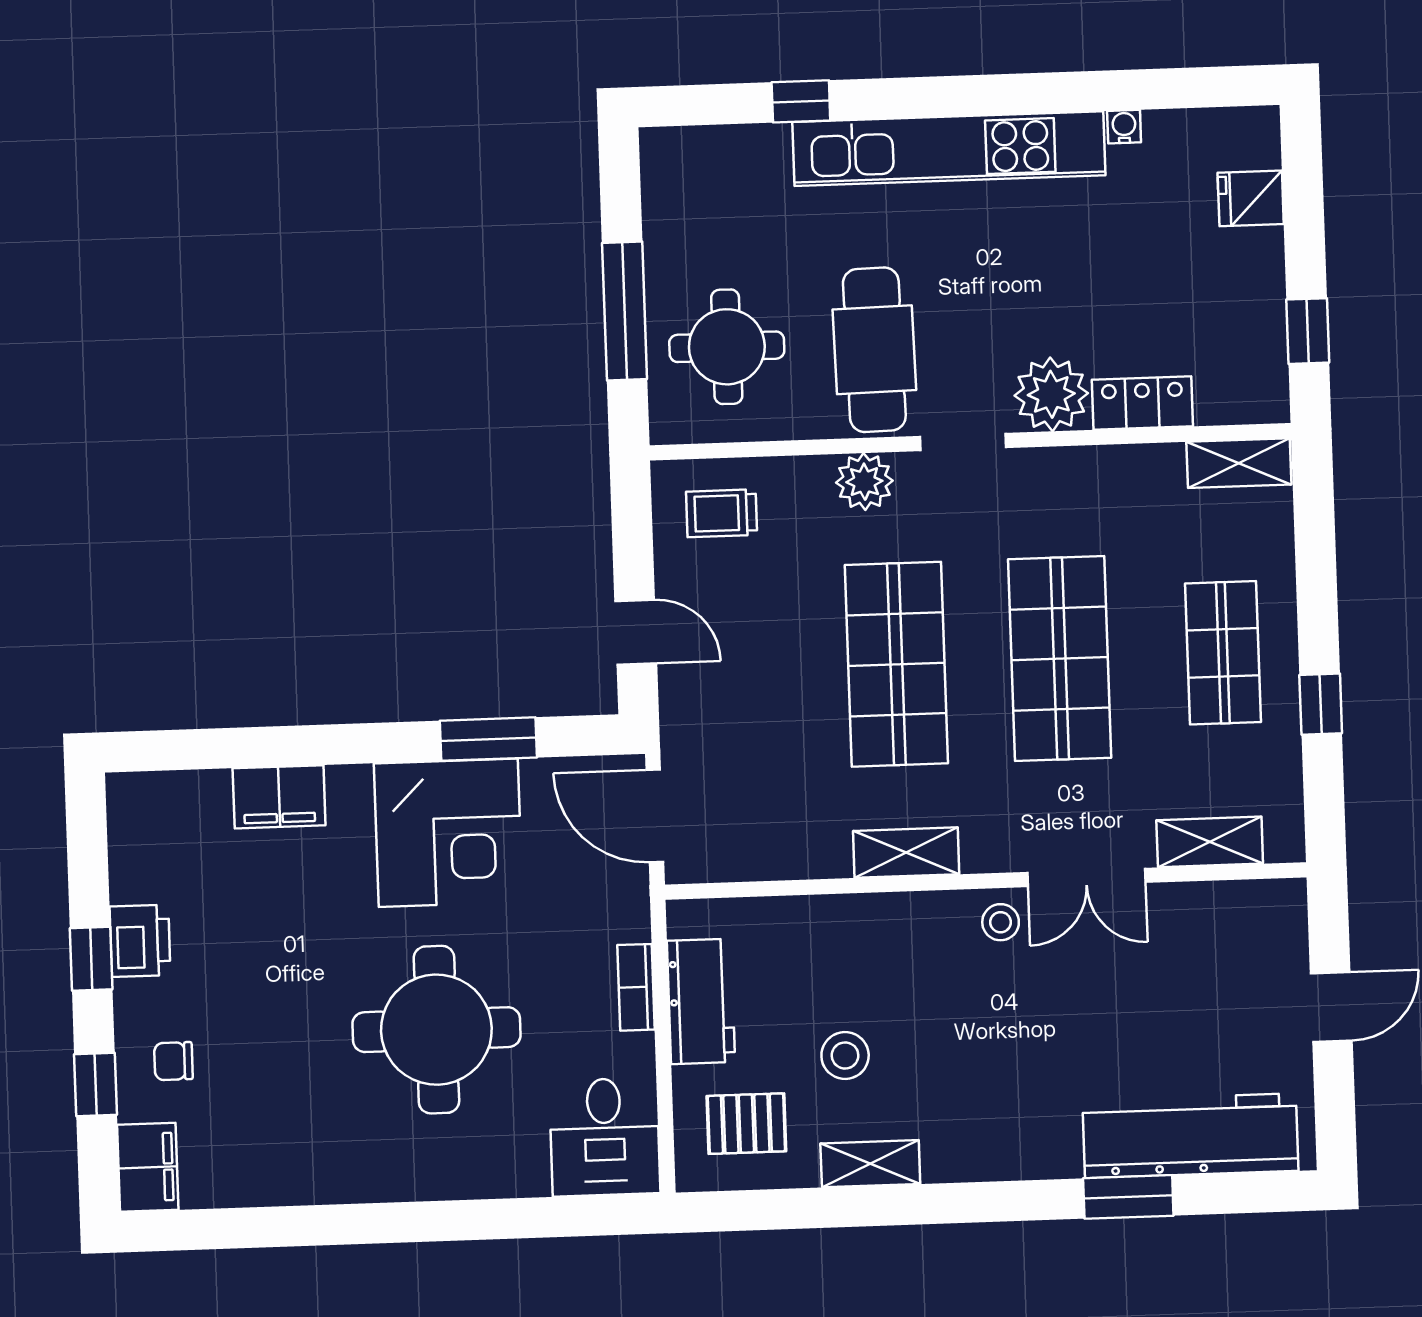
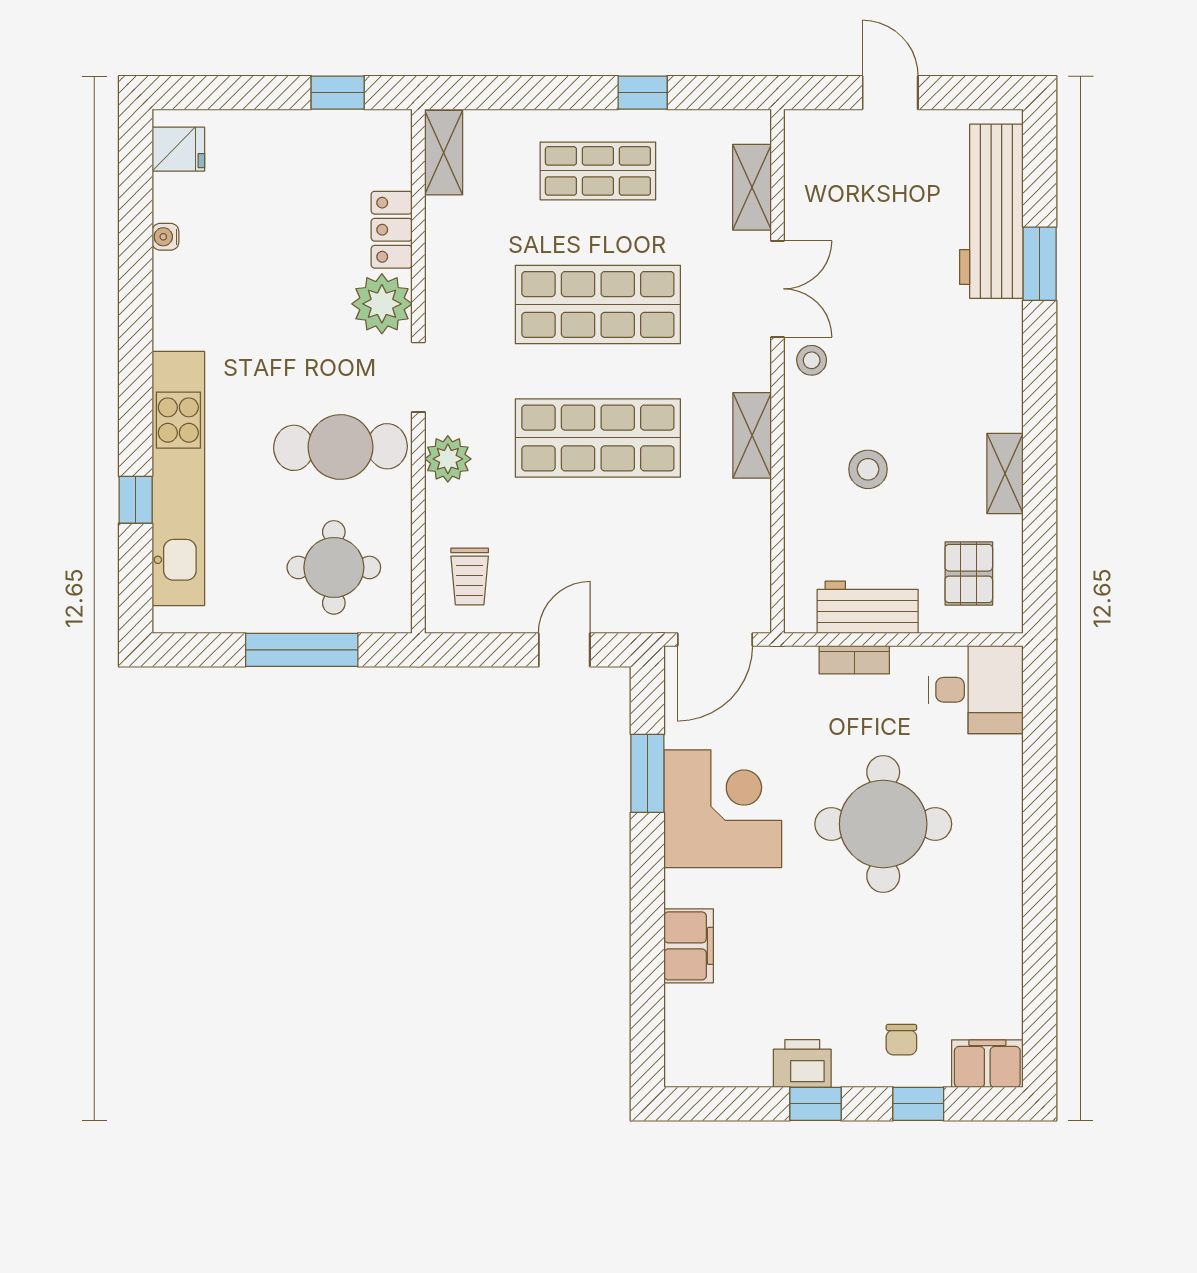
kitchen unit: (949, 149) -> (178, 478), moved
fridge: (1251, 198) -> (178, 149), moved, turned -90
stool: (845, 1055) -> (868, 469), moved

